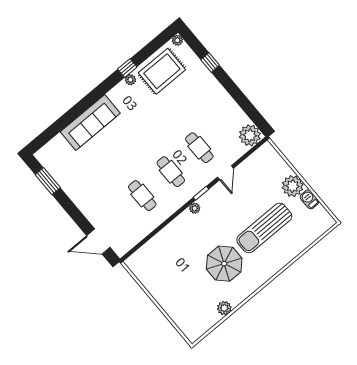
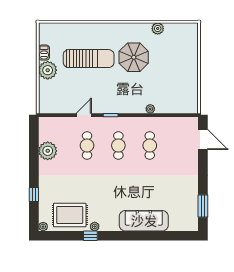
plant: (250, 135) -> (48, 151), moved
plant: (195, 208) -> (150, 109), moved

